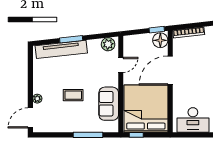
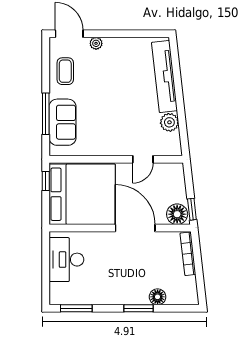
window: (71, 39) -> (179, 90), removed
plant: (108, 44) -> (169, 122), moved
door: (121, 65) -> (143, 159), hinge flipped
coffee table: (73, 95) -> (65, 71), moved
sofa: (109, 104) -> (62, 122), moved, turned 90

